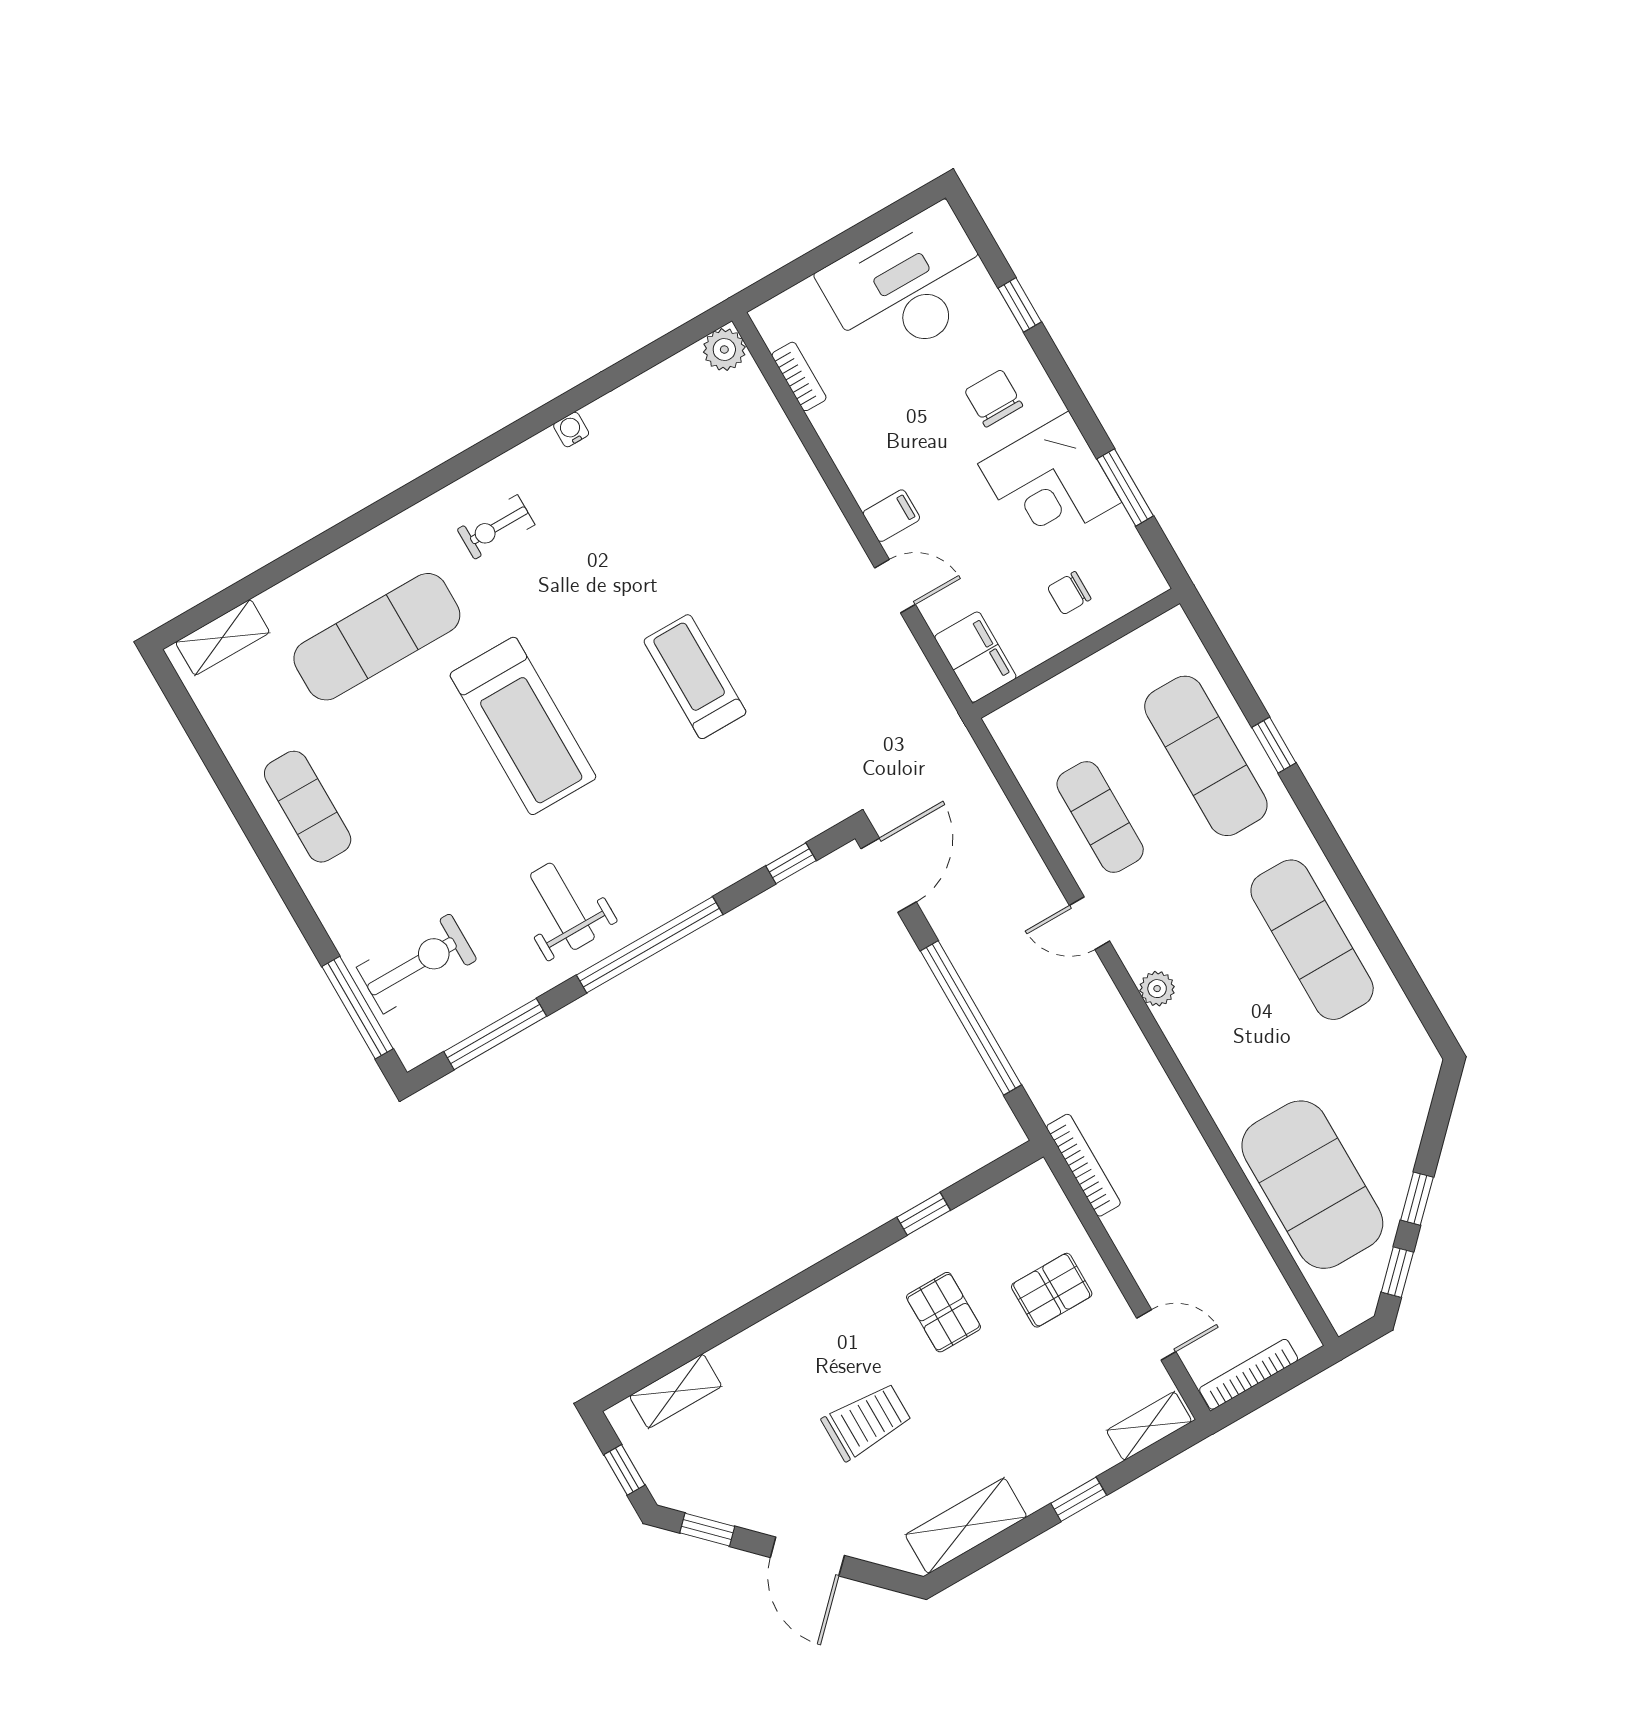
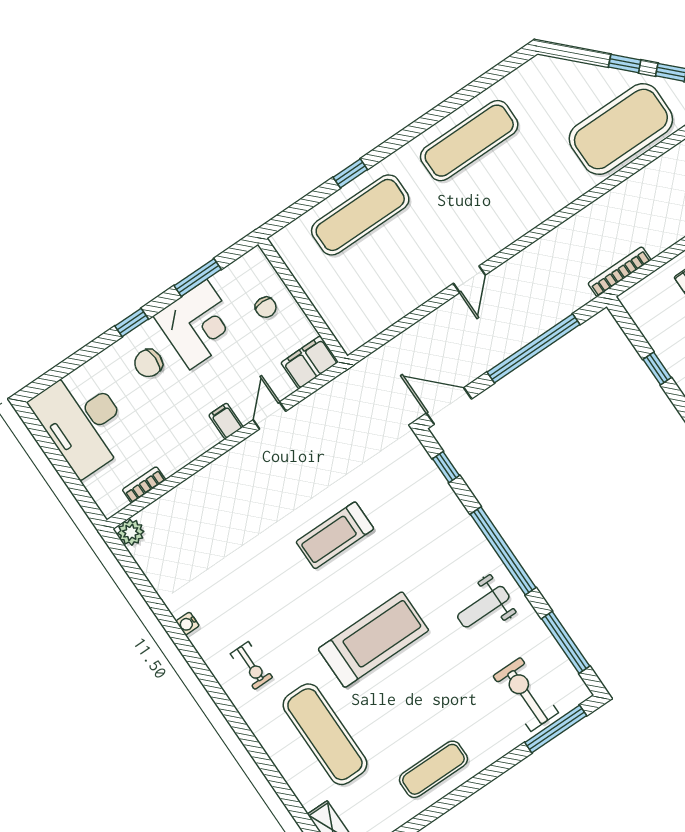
window: (1020, 305) -> (132, 323), moved
exercise mat: (1100, 817) -> (403, 278), removed
plant: (1157, 989) -> (507, 234), removed

